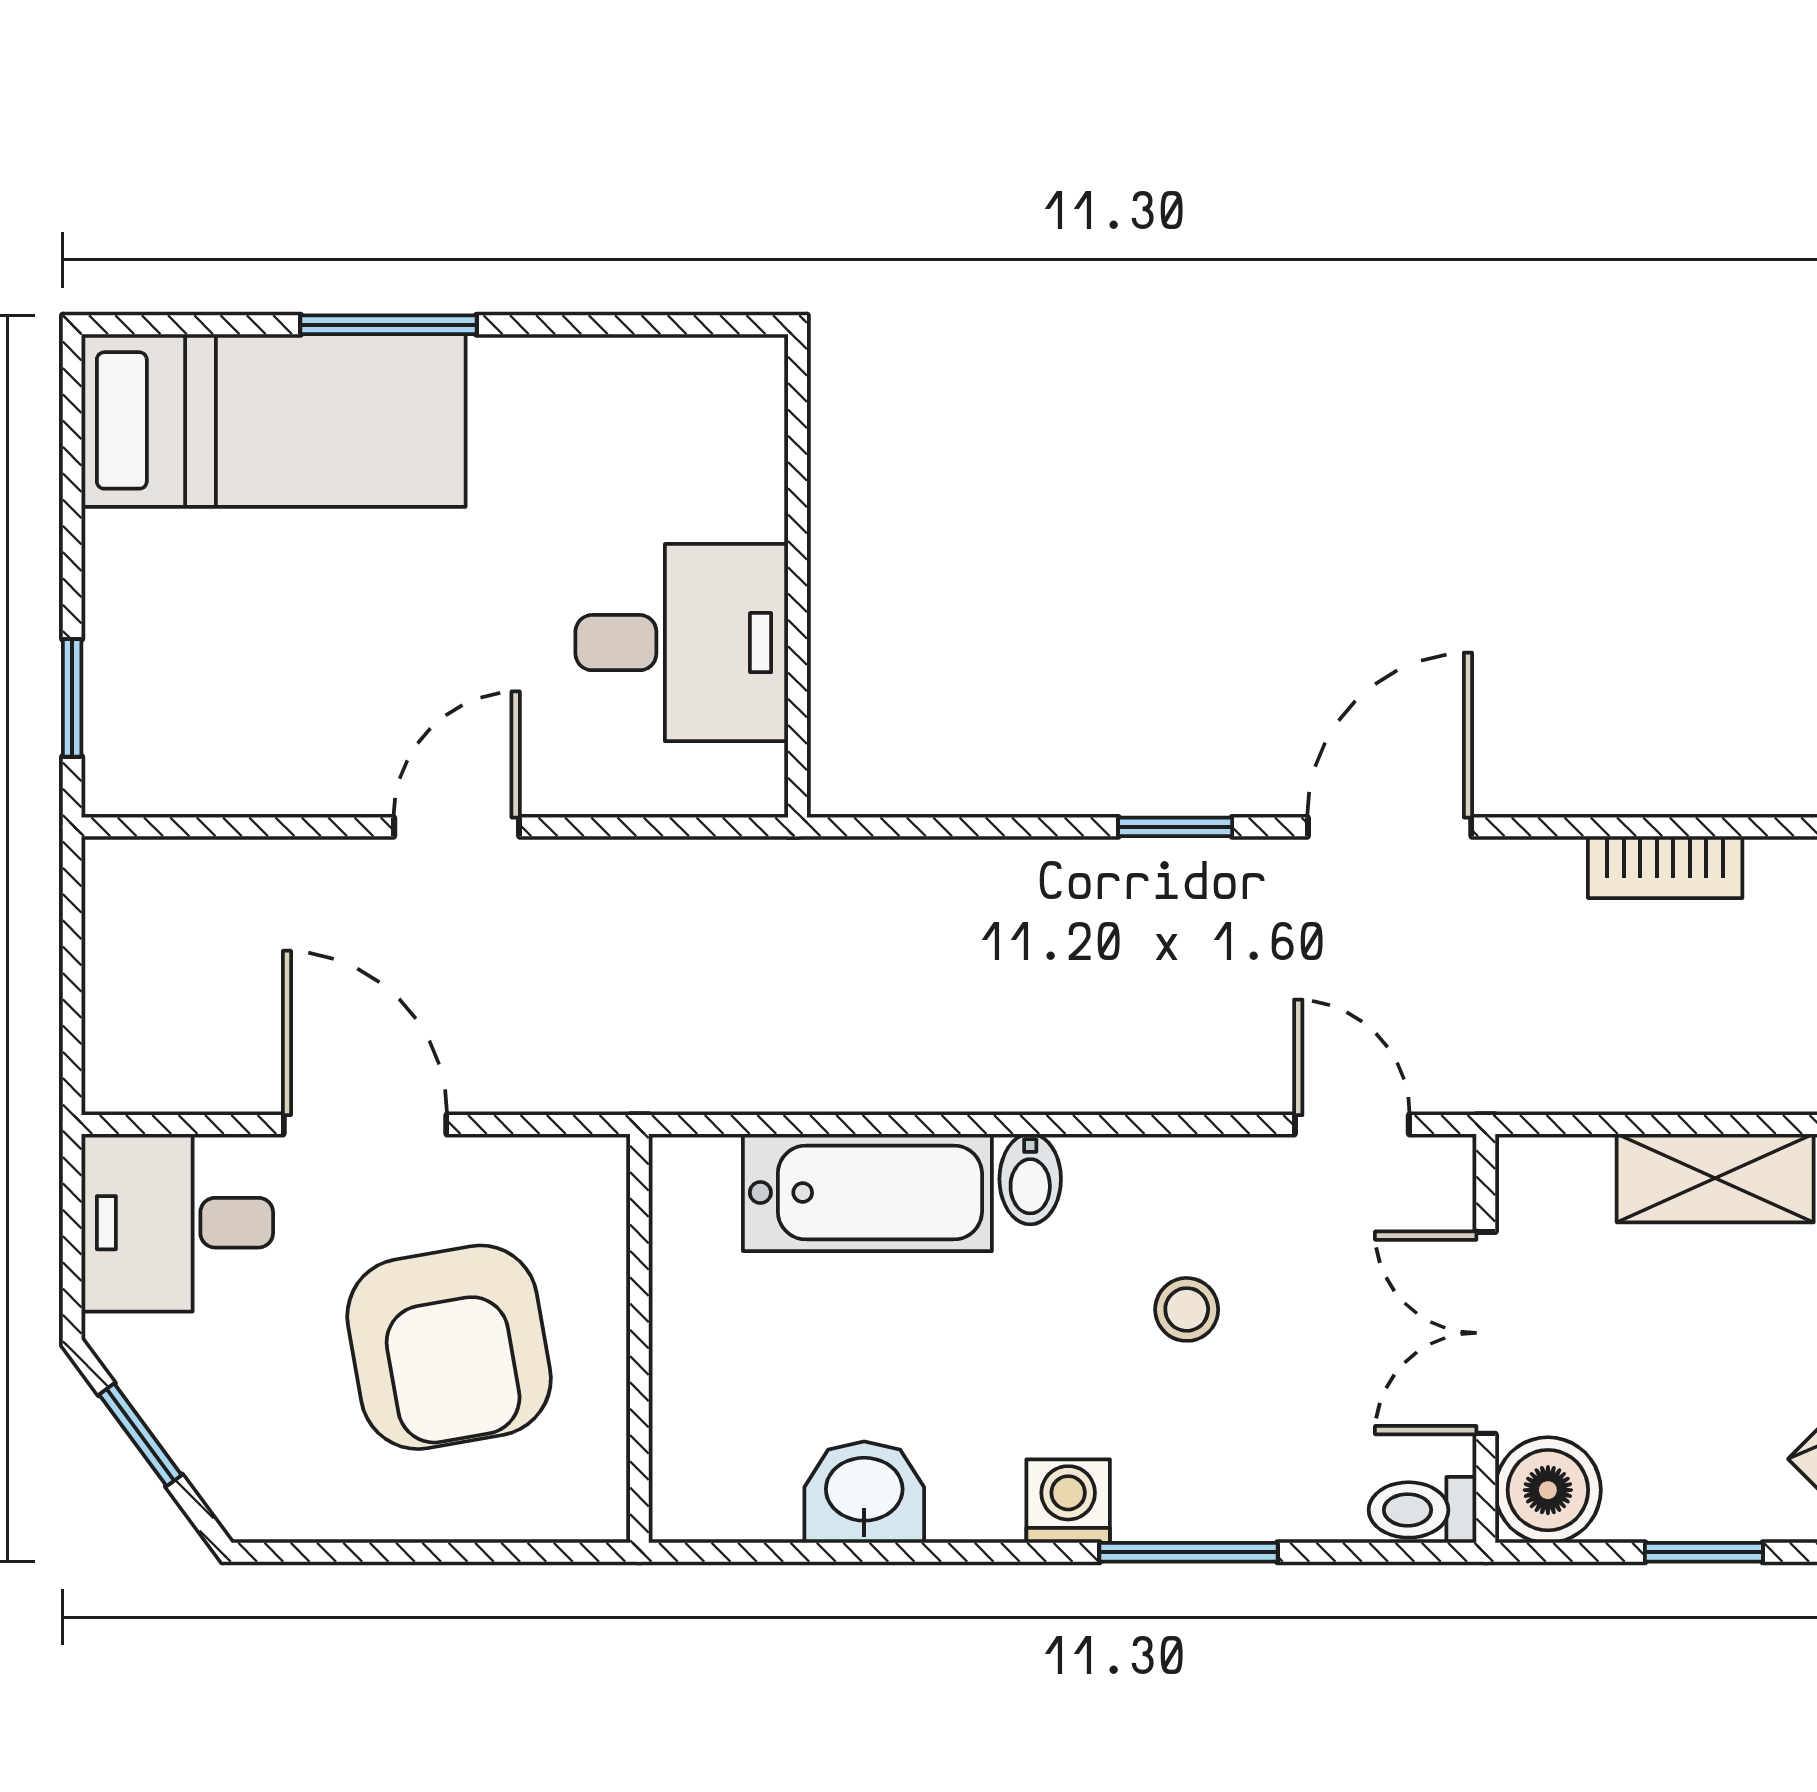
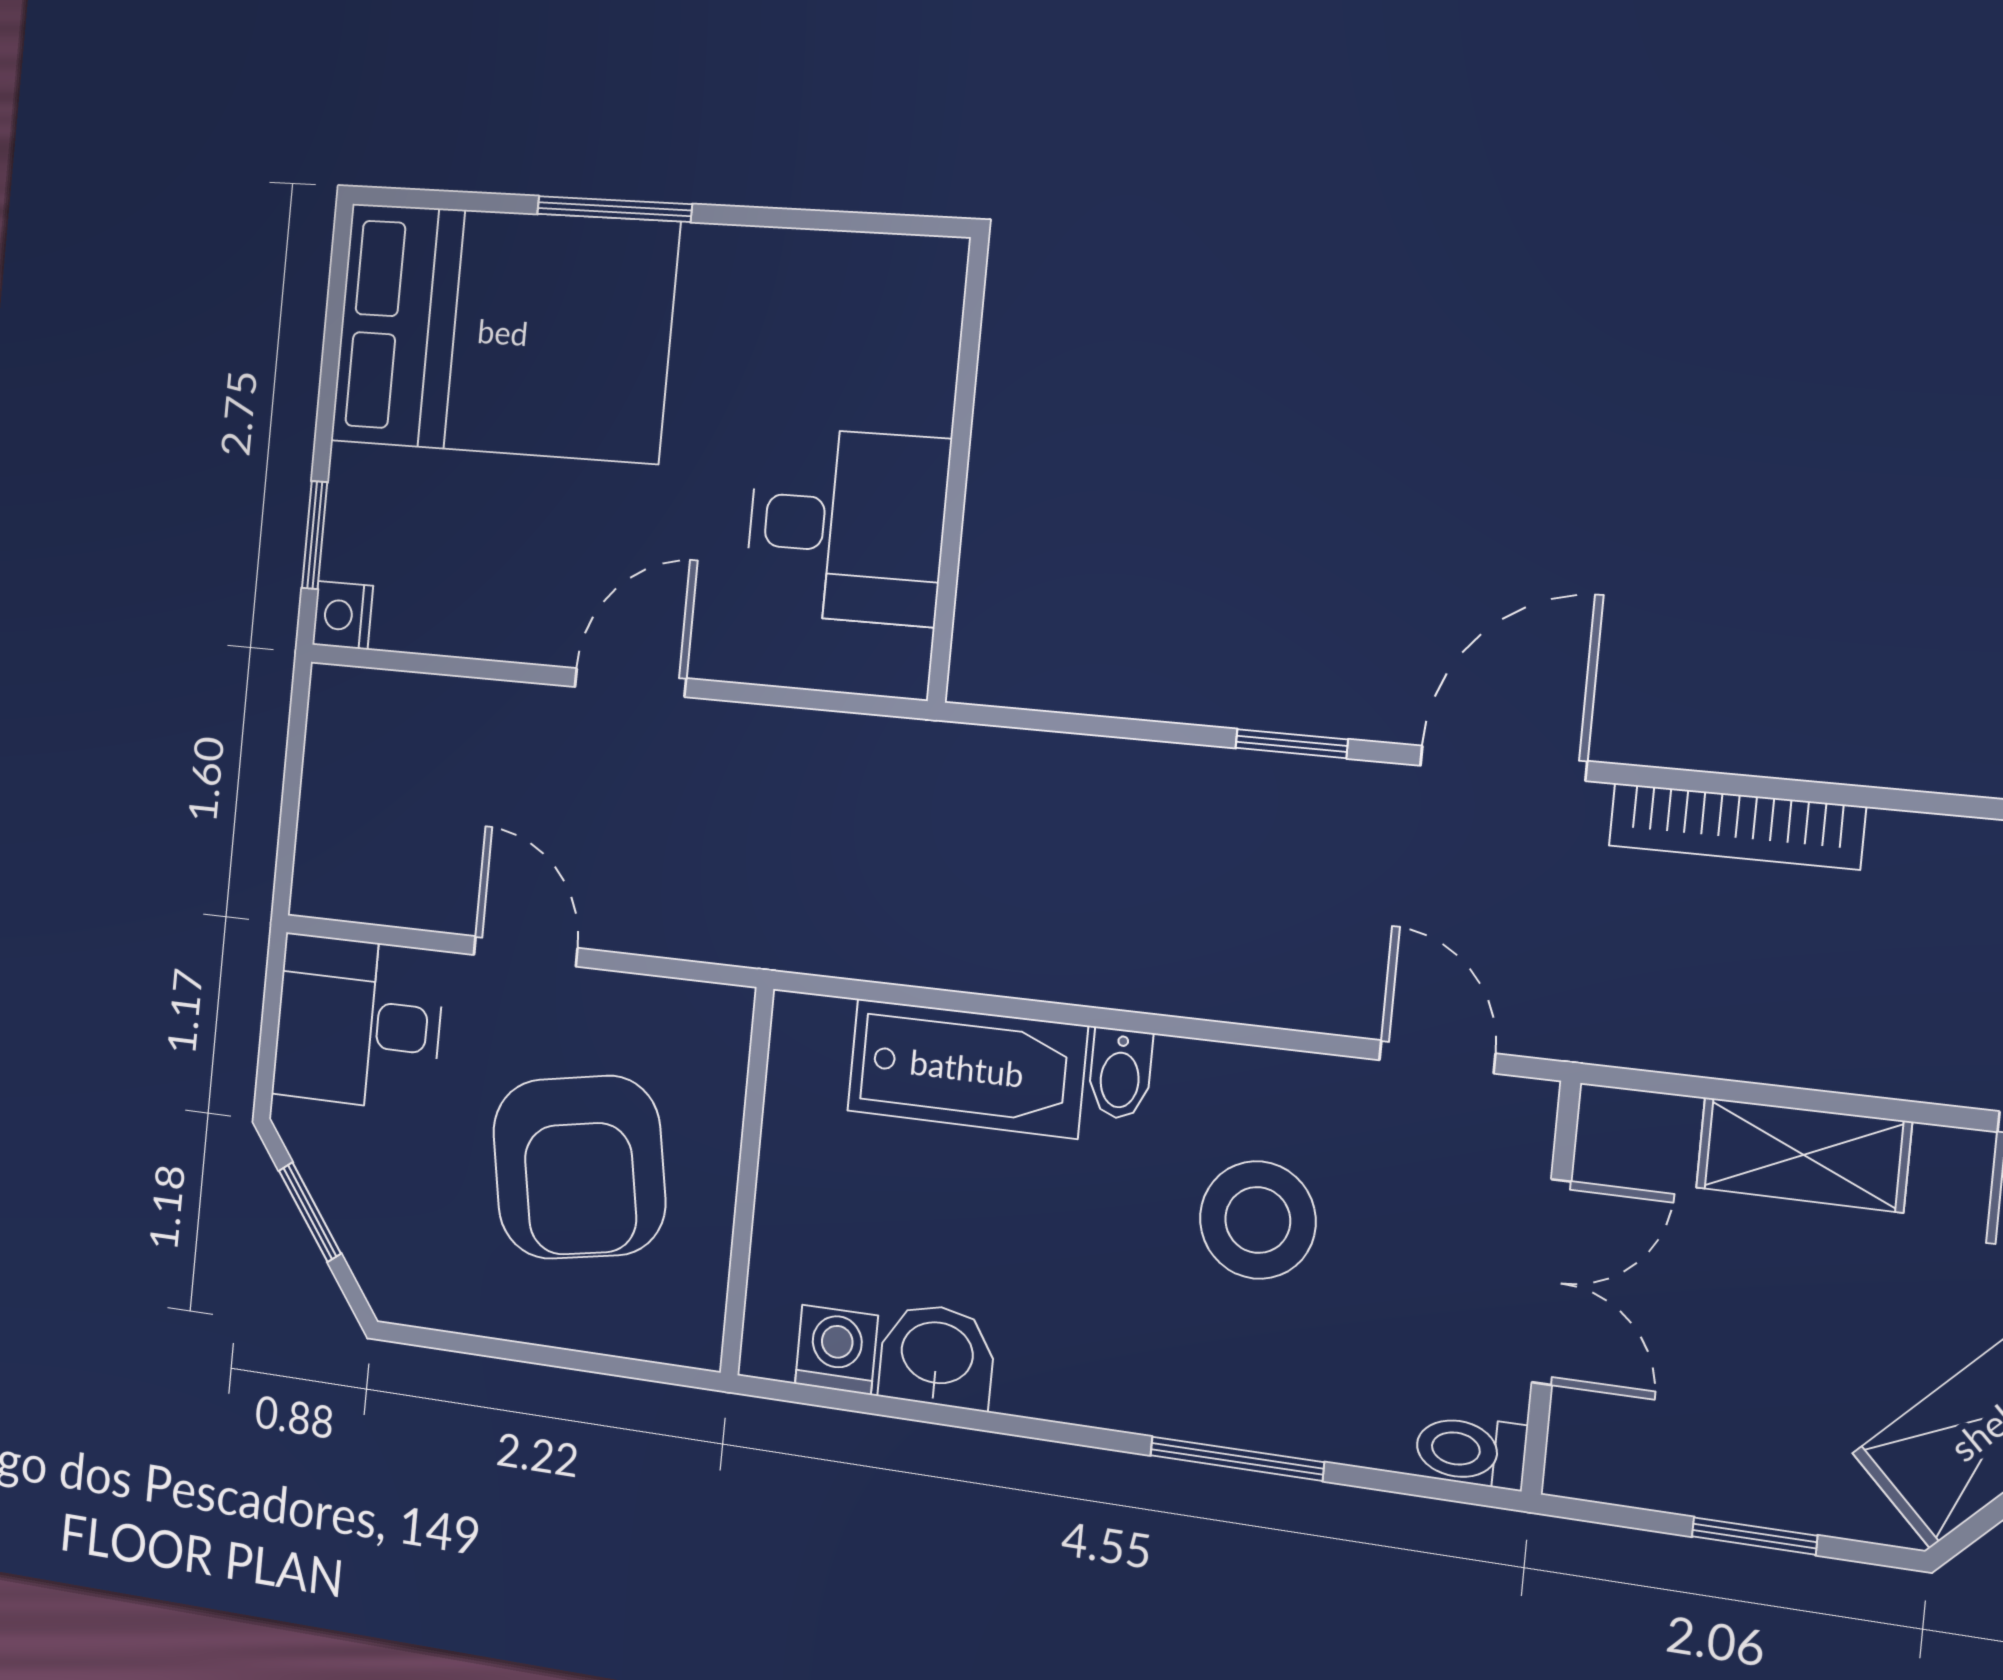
bed: (274, 420) -> (503, 332), width x1.50
nightstand: (115, 783) -> (343, 615), added
bookcase: (1665, 867) -> (1737, 826), width x1.56
door: (365, 1125) -> (526, 951), width x0.73
stool: (1187, 1309) -> (1258, 1220), width x1.89, depth x1.89
double door: (1486, 1333) -> (1552, 1282), swing flipped
boiler: (1548, 1490) -> (1599, 1449), removed
washing machine: (1068, 1501) -> (836, 1350), moved

